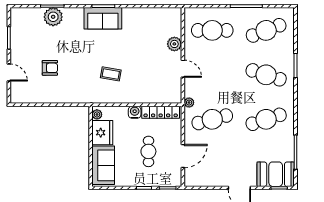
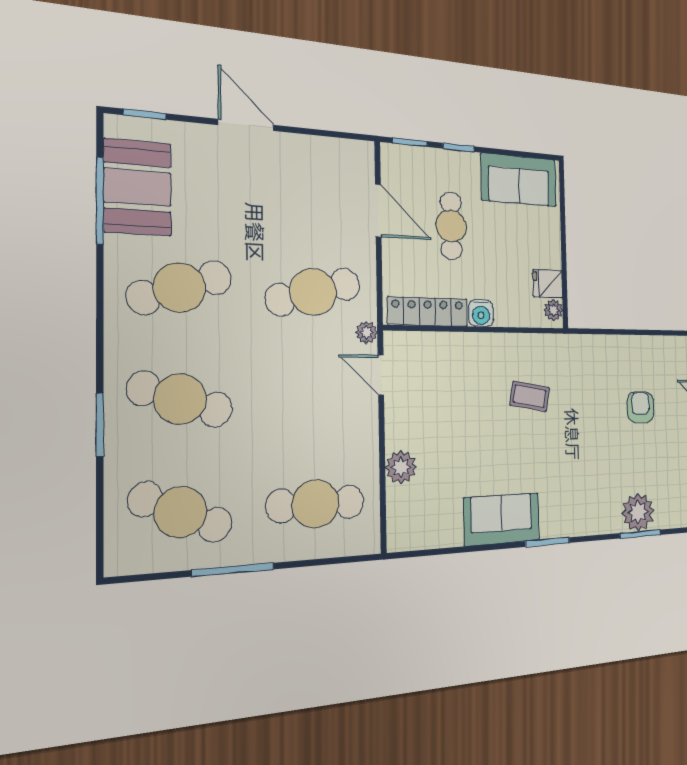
sofa: (103, 18) -> (502, 519), moved
cafe table: (266, 30) -> (181, 512), turned 45
armchair: (50, 68) -> (640, 407), turned 90
door: (183, 69) -> (381, 375), moved
fridge: (102, 133) -> (548, 284), width x0.53, depth x0.75
door: (183, 156) -> (378, 211), swing flipped
sofa: (103, 165) -> (519, 180), moved, turned -90
booth: (276, 174) -> (138, 187), moved, turned 90

